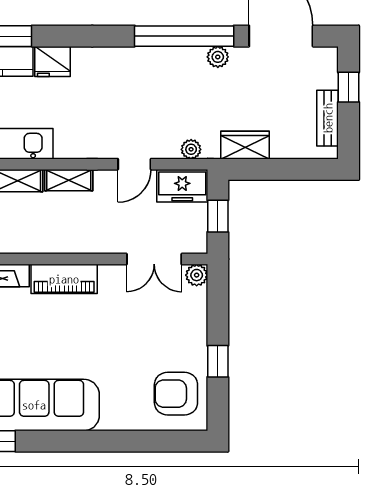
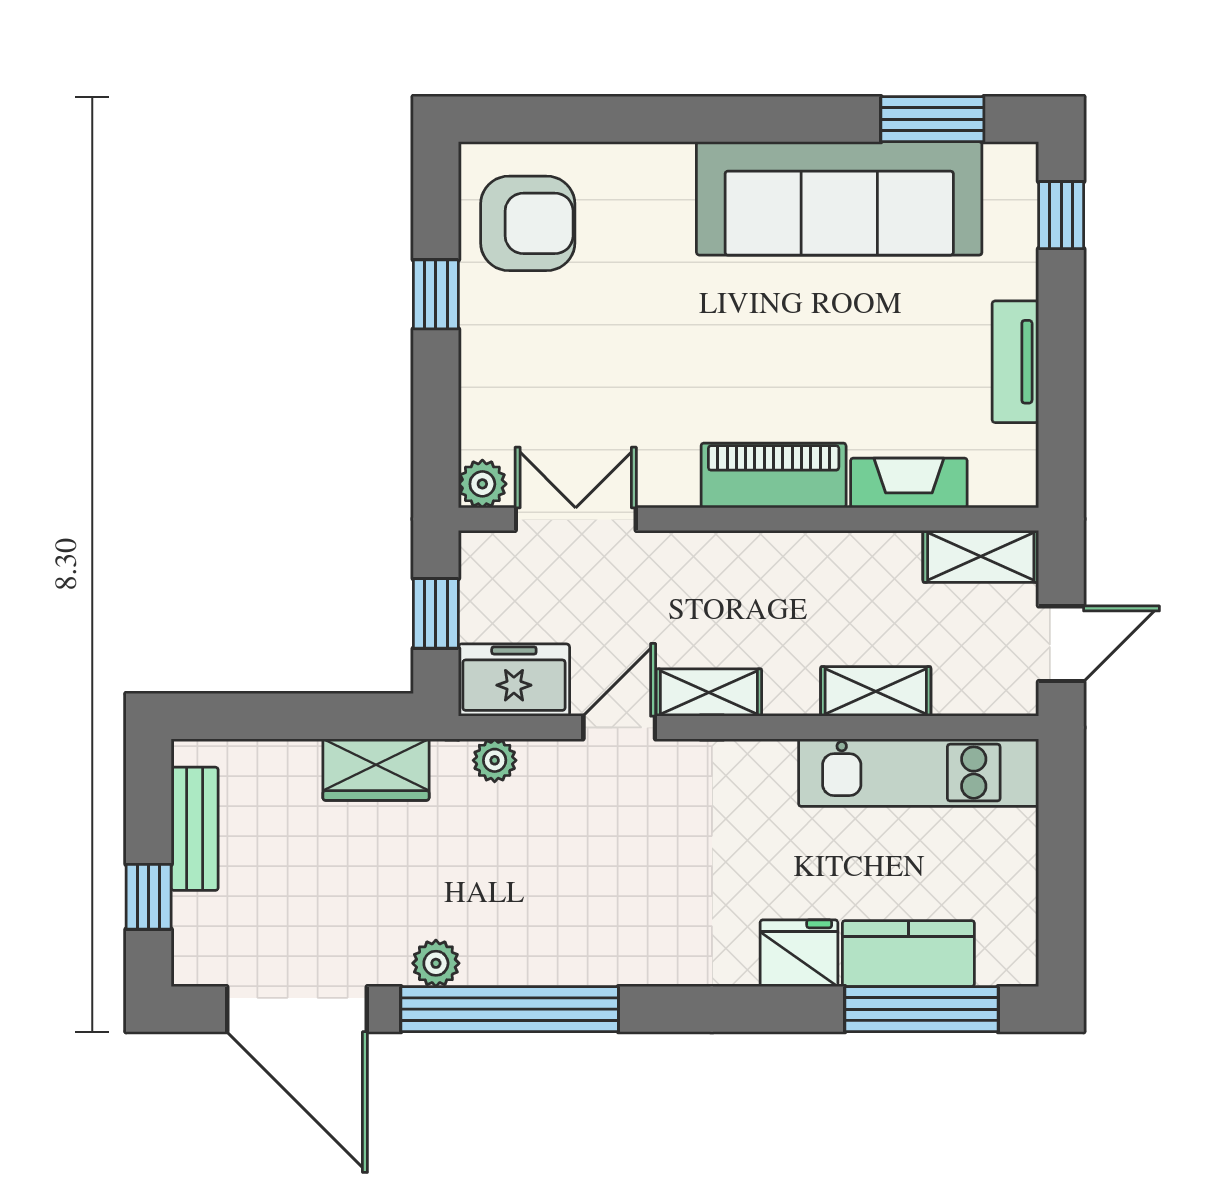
shelving: (69, 180) -> (709, 693), moved

